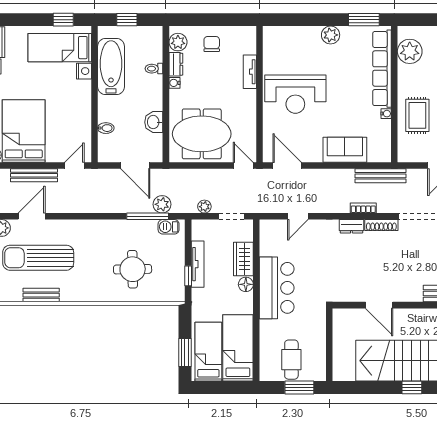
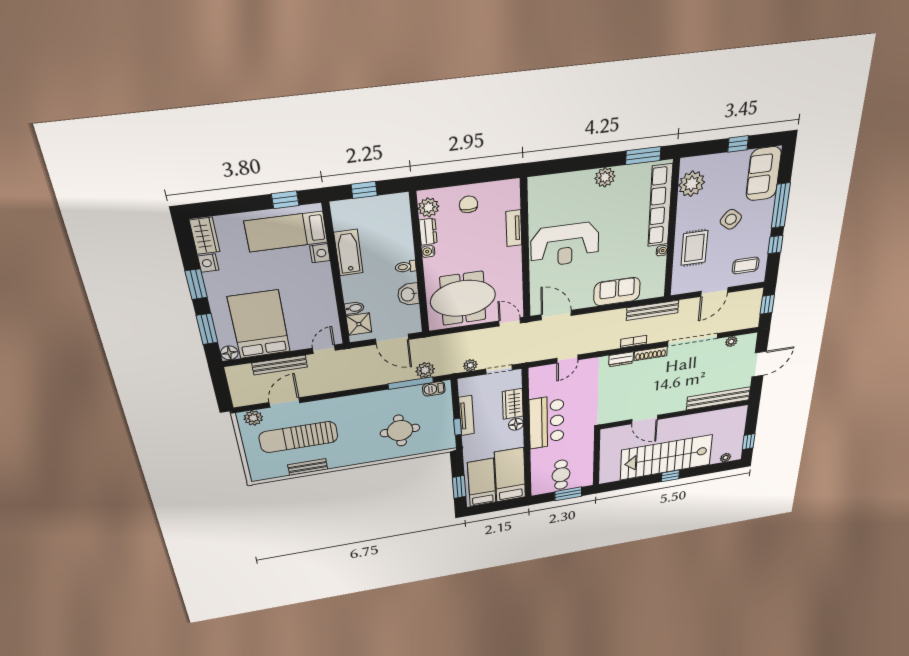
bathtub: (111, 67) -> (349, 253), width x0.73, depth x0.73
toilet: (154, 69) -> (406, 267), moved
shower: (108, 145) -> (359, 324), added

